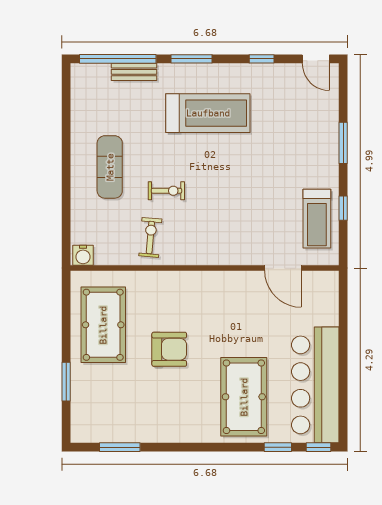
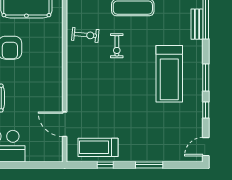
window: (192, 59) -> (206, 78), moved
door: (283, 268) -> (65, 124), hinge flipped

